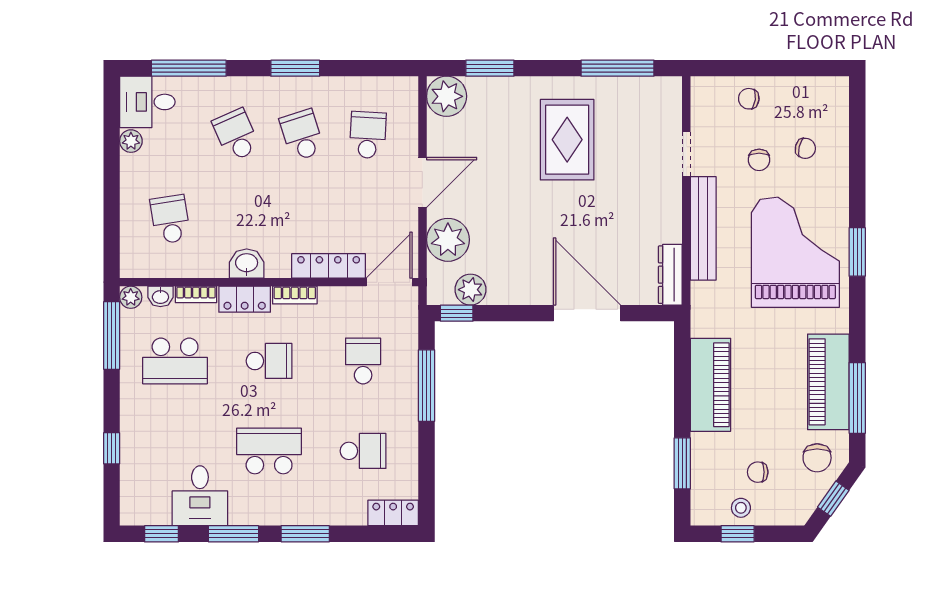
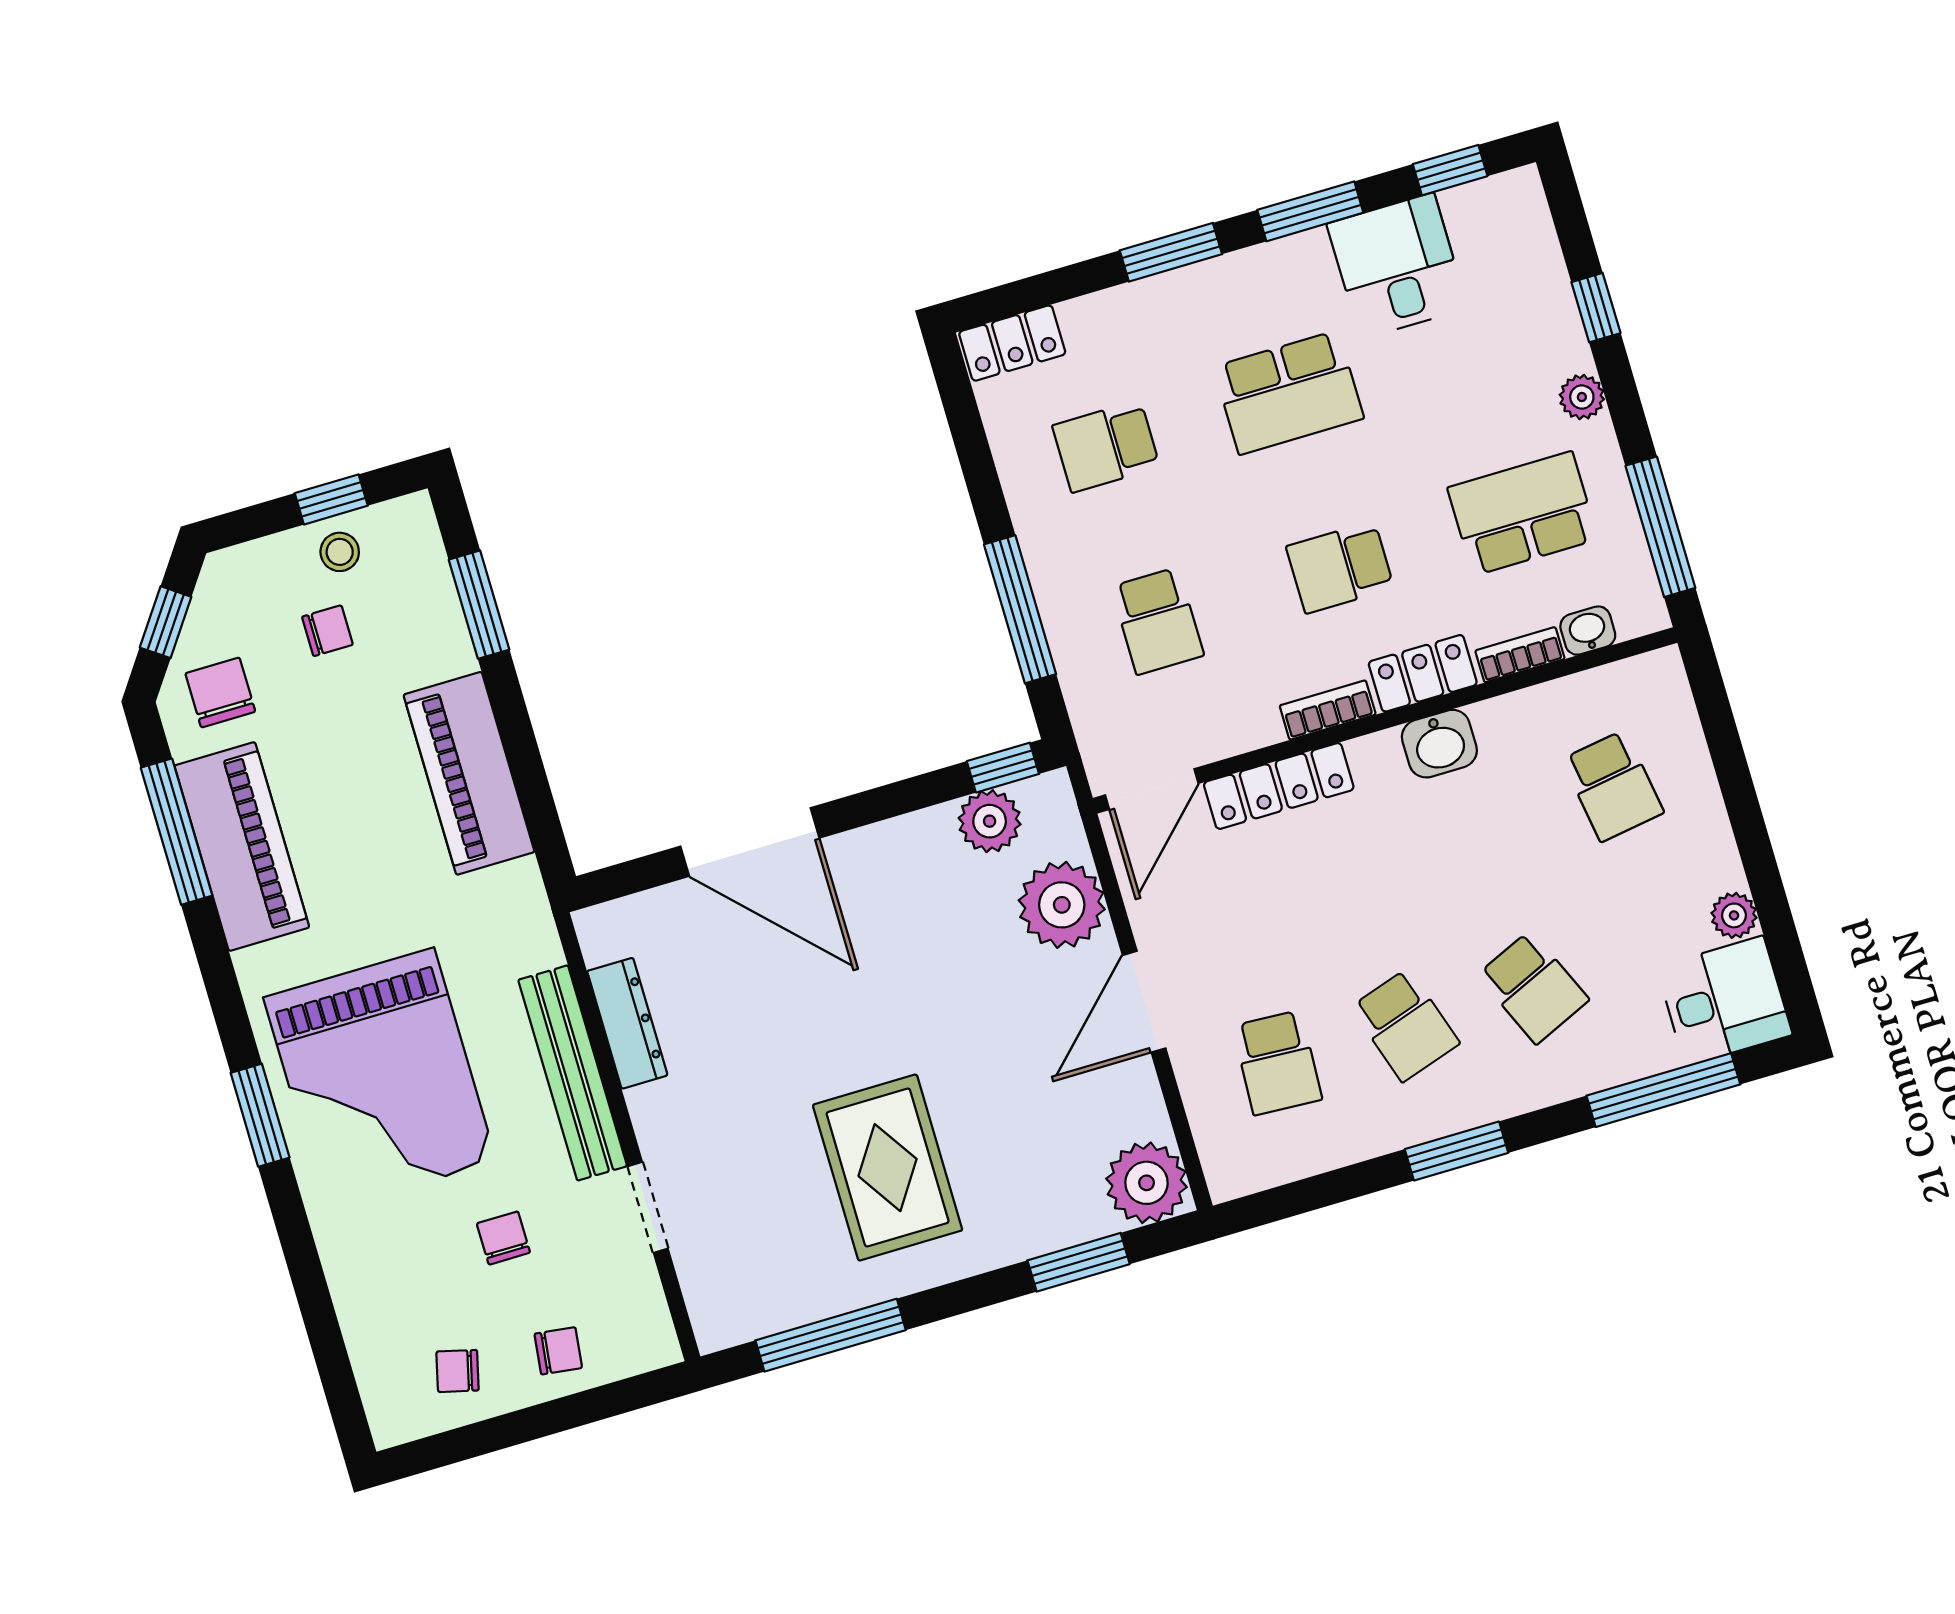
chair: (805, 148) -> (458, 1371), moved
dresser: (670, 275) -> (627, 1023), moved
plant: (131, 297) -> (1582, 397), moved

